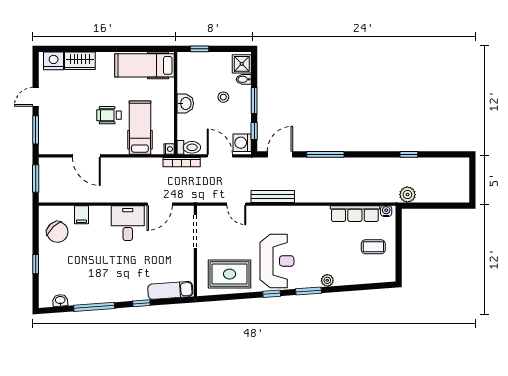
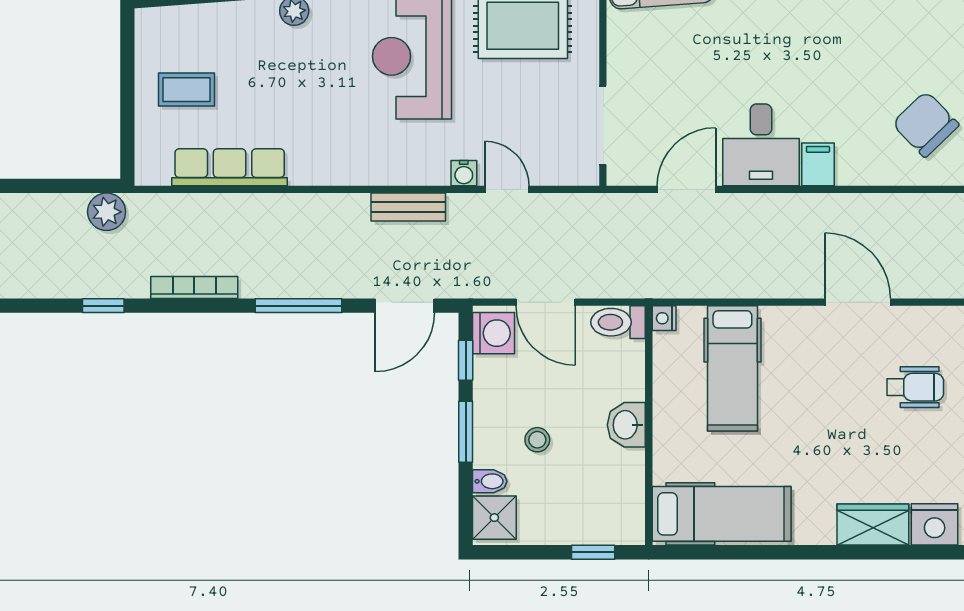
wheelchair: (109, 115) -> (915, 387), moved
bookcase: (182, 162) -> (194, 288), moved
bench: (273, 197) -> (408, 207), width x0.73
water cooler: (386, 211) -> (464, 173), moved
filing cabinet: (81, 215) -> (818, 164), moved

